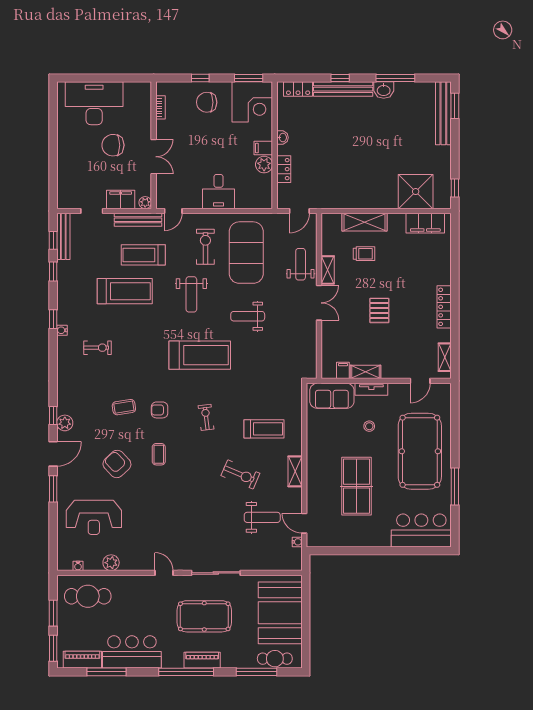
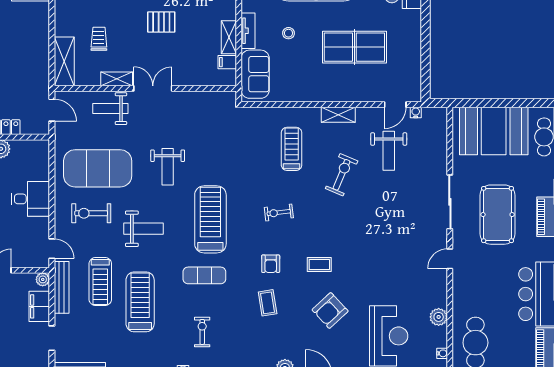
shelving: (364, 222) -> (64, 61), moved
exercise mat: (149, 350) -> (204, 275), added
weight bench: (262, 517) -> (389, 151), turned 180

